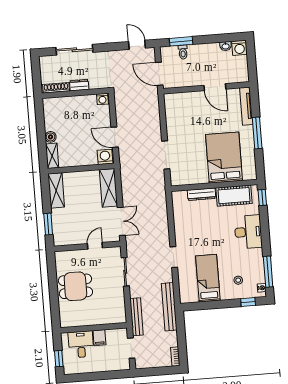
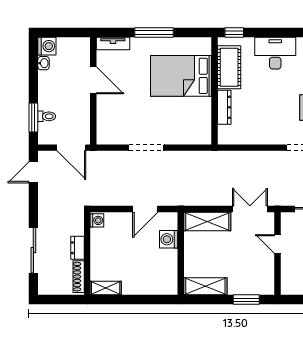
door: (159, 74) -> (71, 148), hinge flipped
door: (215, 87) -> (93, 80), hinge flipped
tv unit: (246, 106) -> (113, 43), width x0.71
boiler: (50, 137) -> (139, 288), removed
doorway: (166, 155) -> (146, 148), moved
shelving: (52, 156) -> (106, 288), moved
washing machine: (105, 157) -> (169, 239), moved

